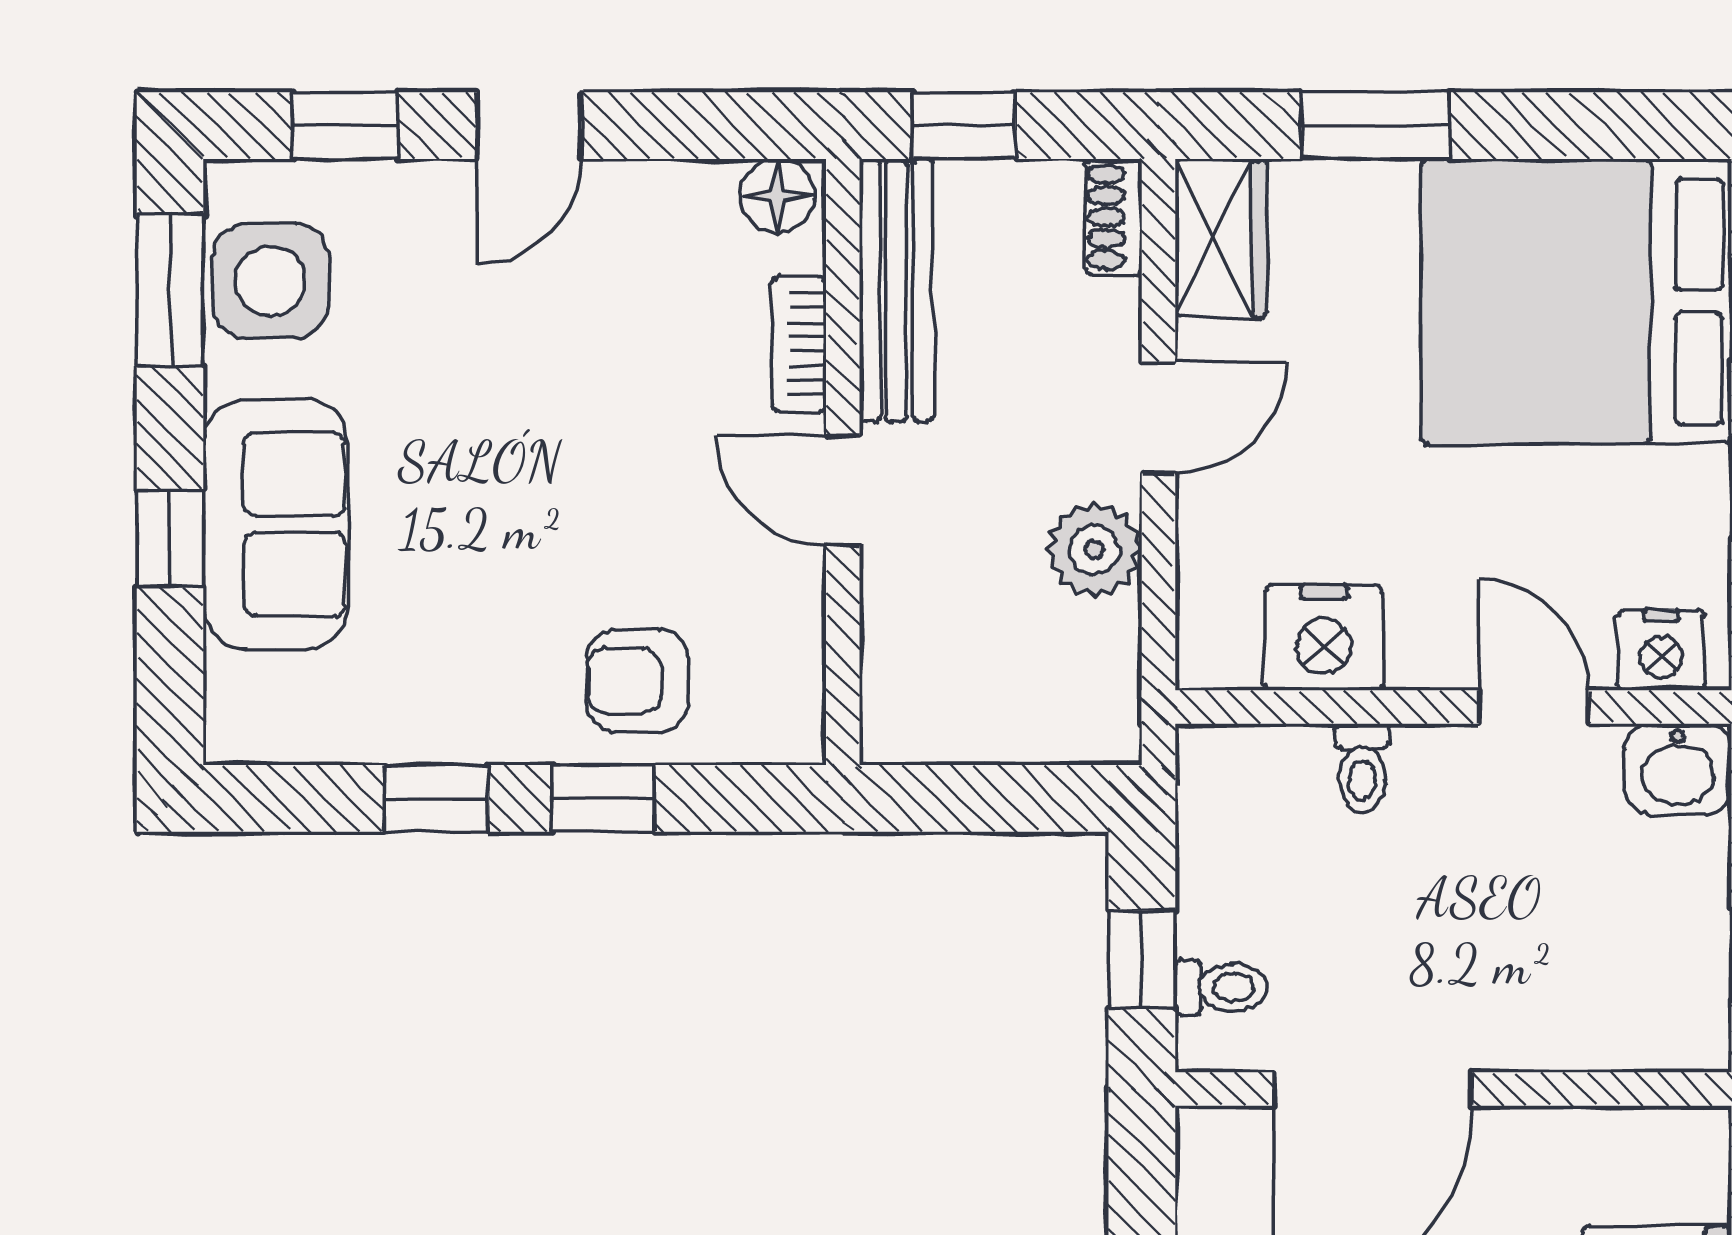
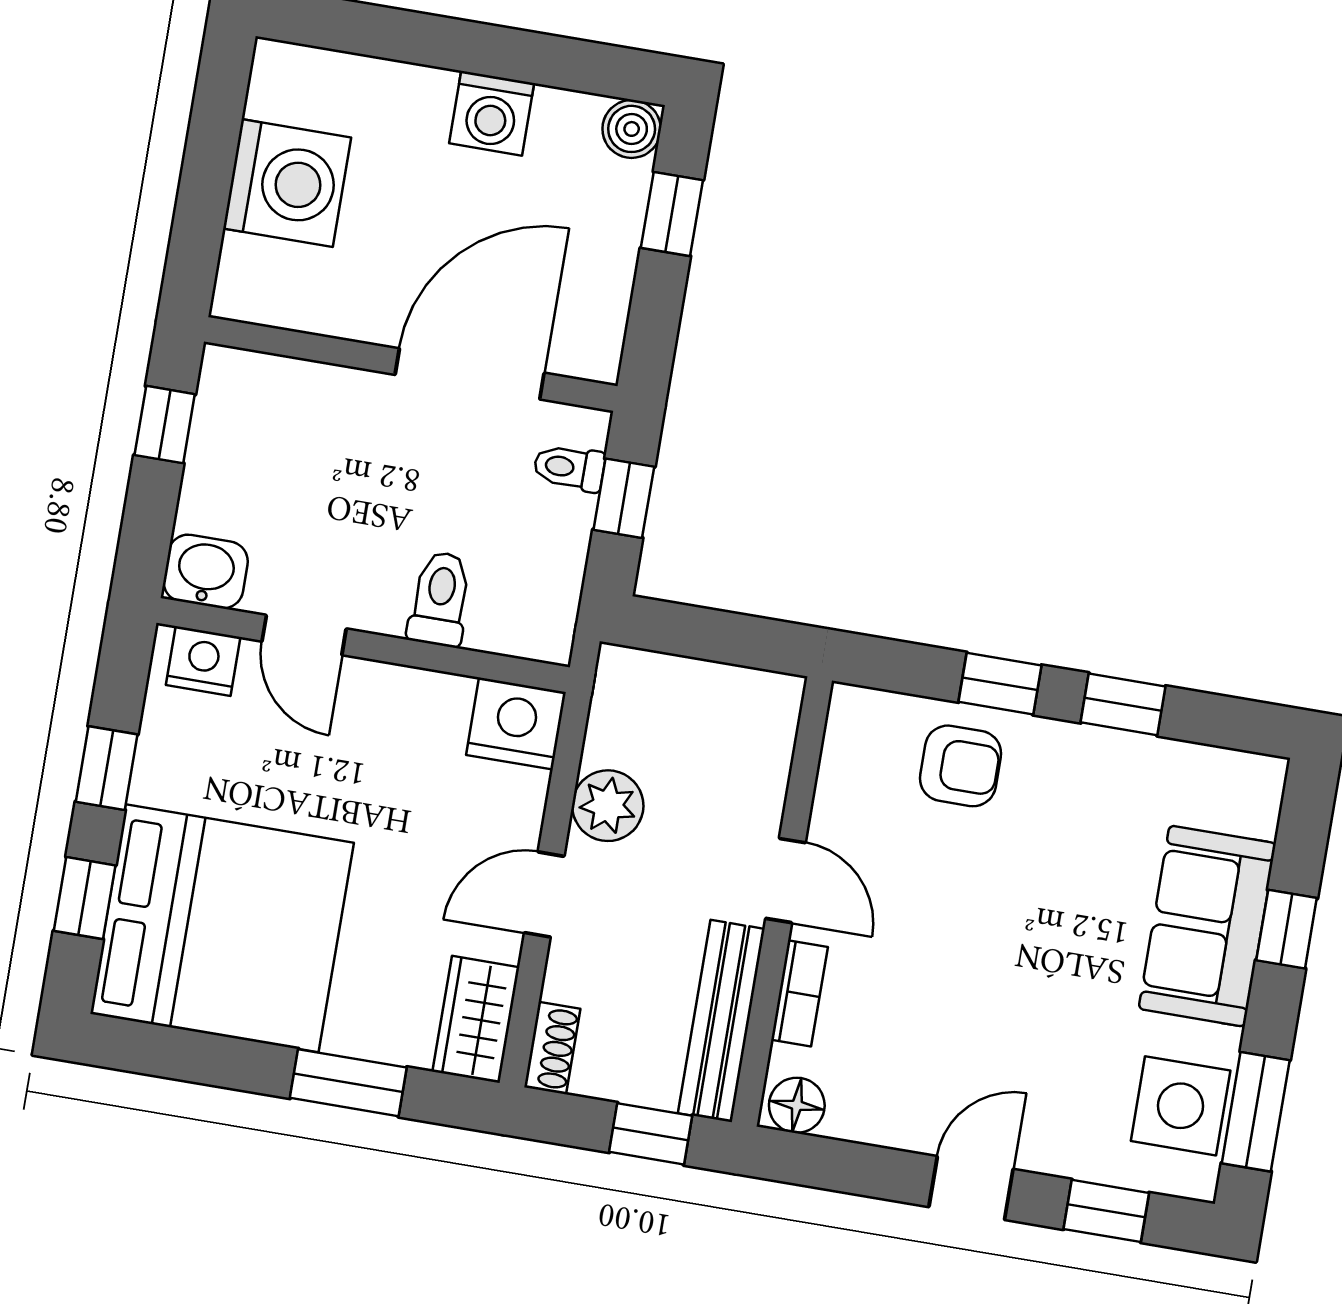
nightstand: (1324, 638) -> (516, 724), moved
toilet: (1362, 768) -> (440, 599), width x1.37, depth x1.39

